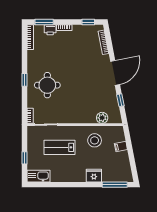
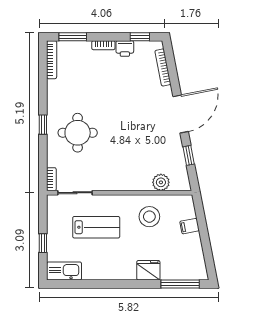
printer: (50, 30) -> (125, 49), moved
lab bench: (60, 147) -> (96, 227), turned 180

